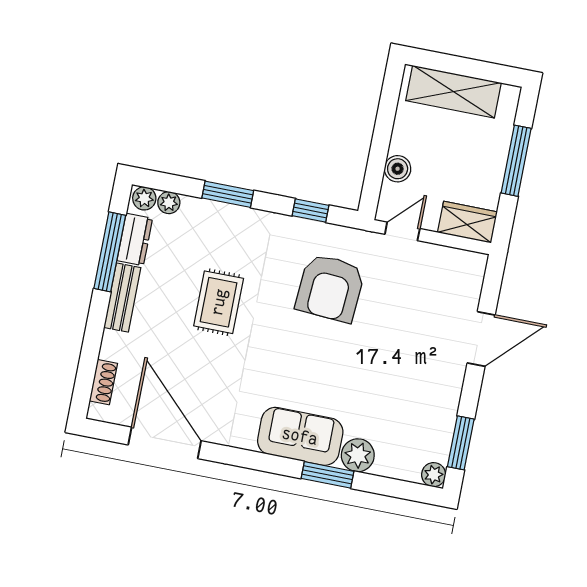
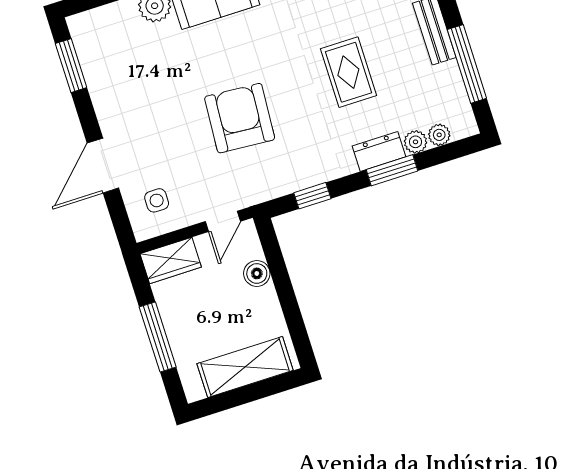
plant: (144, 198) -> (416, 142), moved
dresser: (135, 239) -> (379, 151), moved, turned 90
side table: (451, 282) -> (157, 200), added
armchair: (330, 288) -> (240, 118), moved
plant: (434, 475) -> (80, 25), removed

